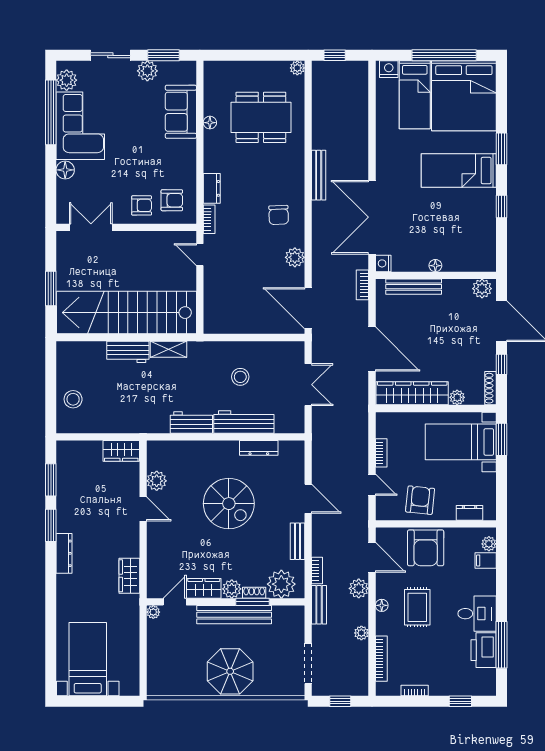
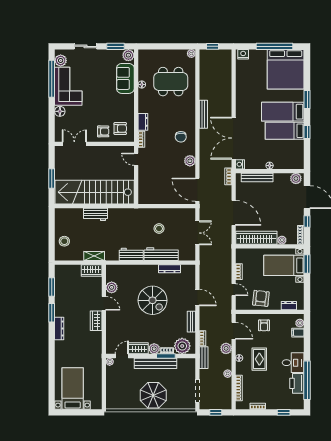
plant: (147, 71) -> (128, 55), moved
bed: (415, 95) -> (285, 131), moved, turned 90
shelving: (168, 349) -> (94, 256), moved
armchair: (426, 548) -> (264, 325), width x0.53, depth x0.53
wardrobe: (129, 576) -> (96, 321), moved
window: (502, 645) -> (307, 380), width x1.46

